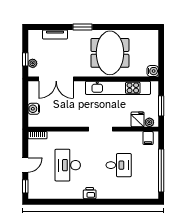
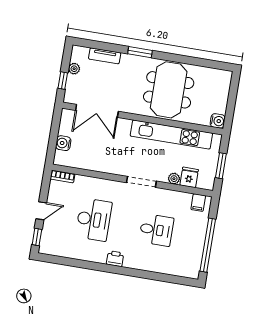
plant: (33, 63) -> (74, 69), moved
plant: (149, 122) -> (174, 179), moved
desk: (68, 165) -> (94, 220), turned 180

